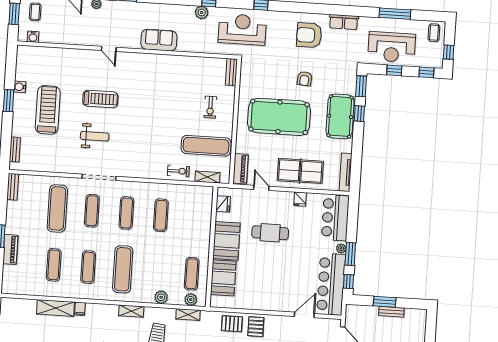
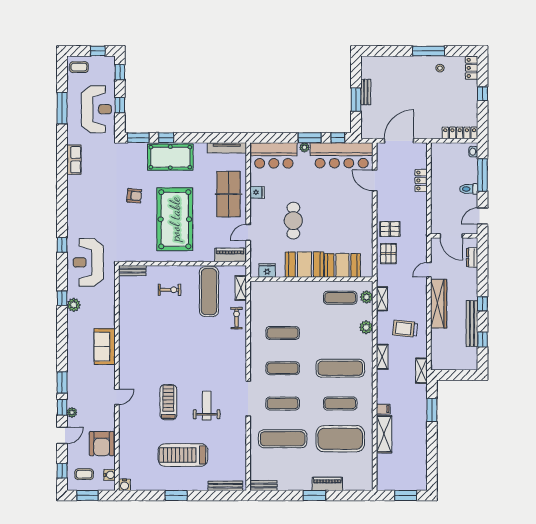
armchair: (309, 35) -> (102, 444), moved
water cooler: (20, 87) -> (125, 485), moved
bench: (15, 149) -> (225, 486), width x1.36
exercise mat: (54, 265) -> (340, 439), width x2.00, depth x1.45

